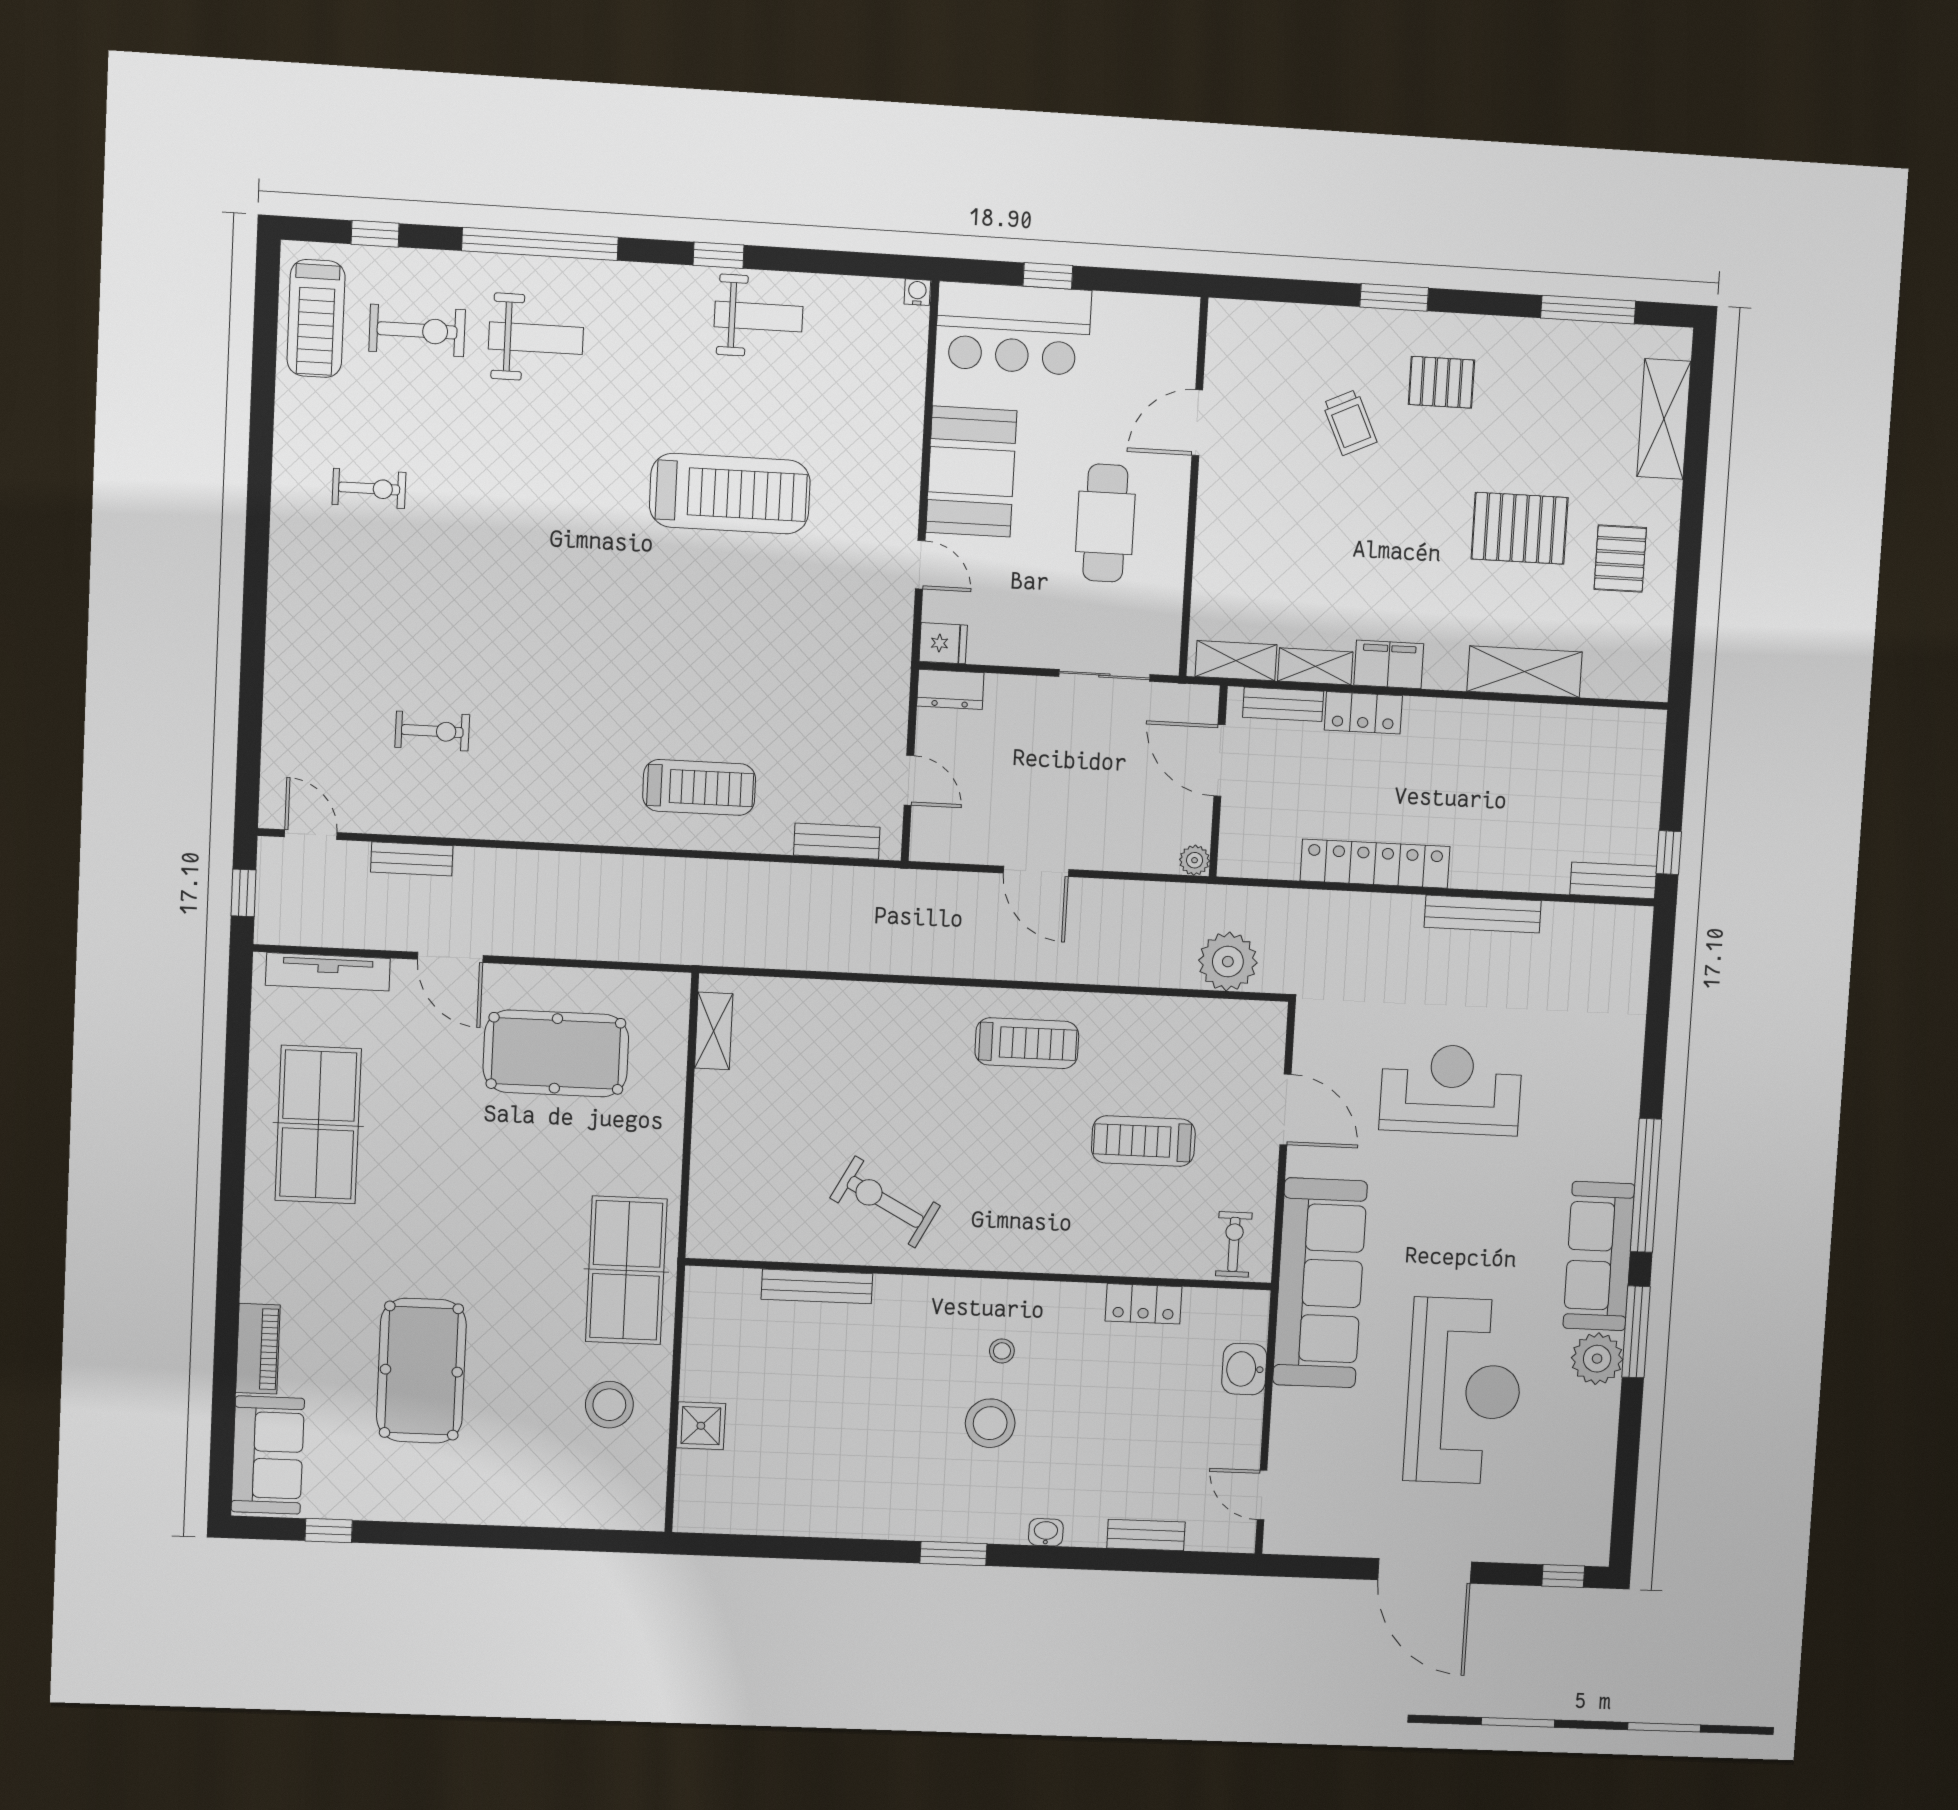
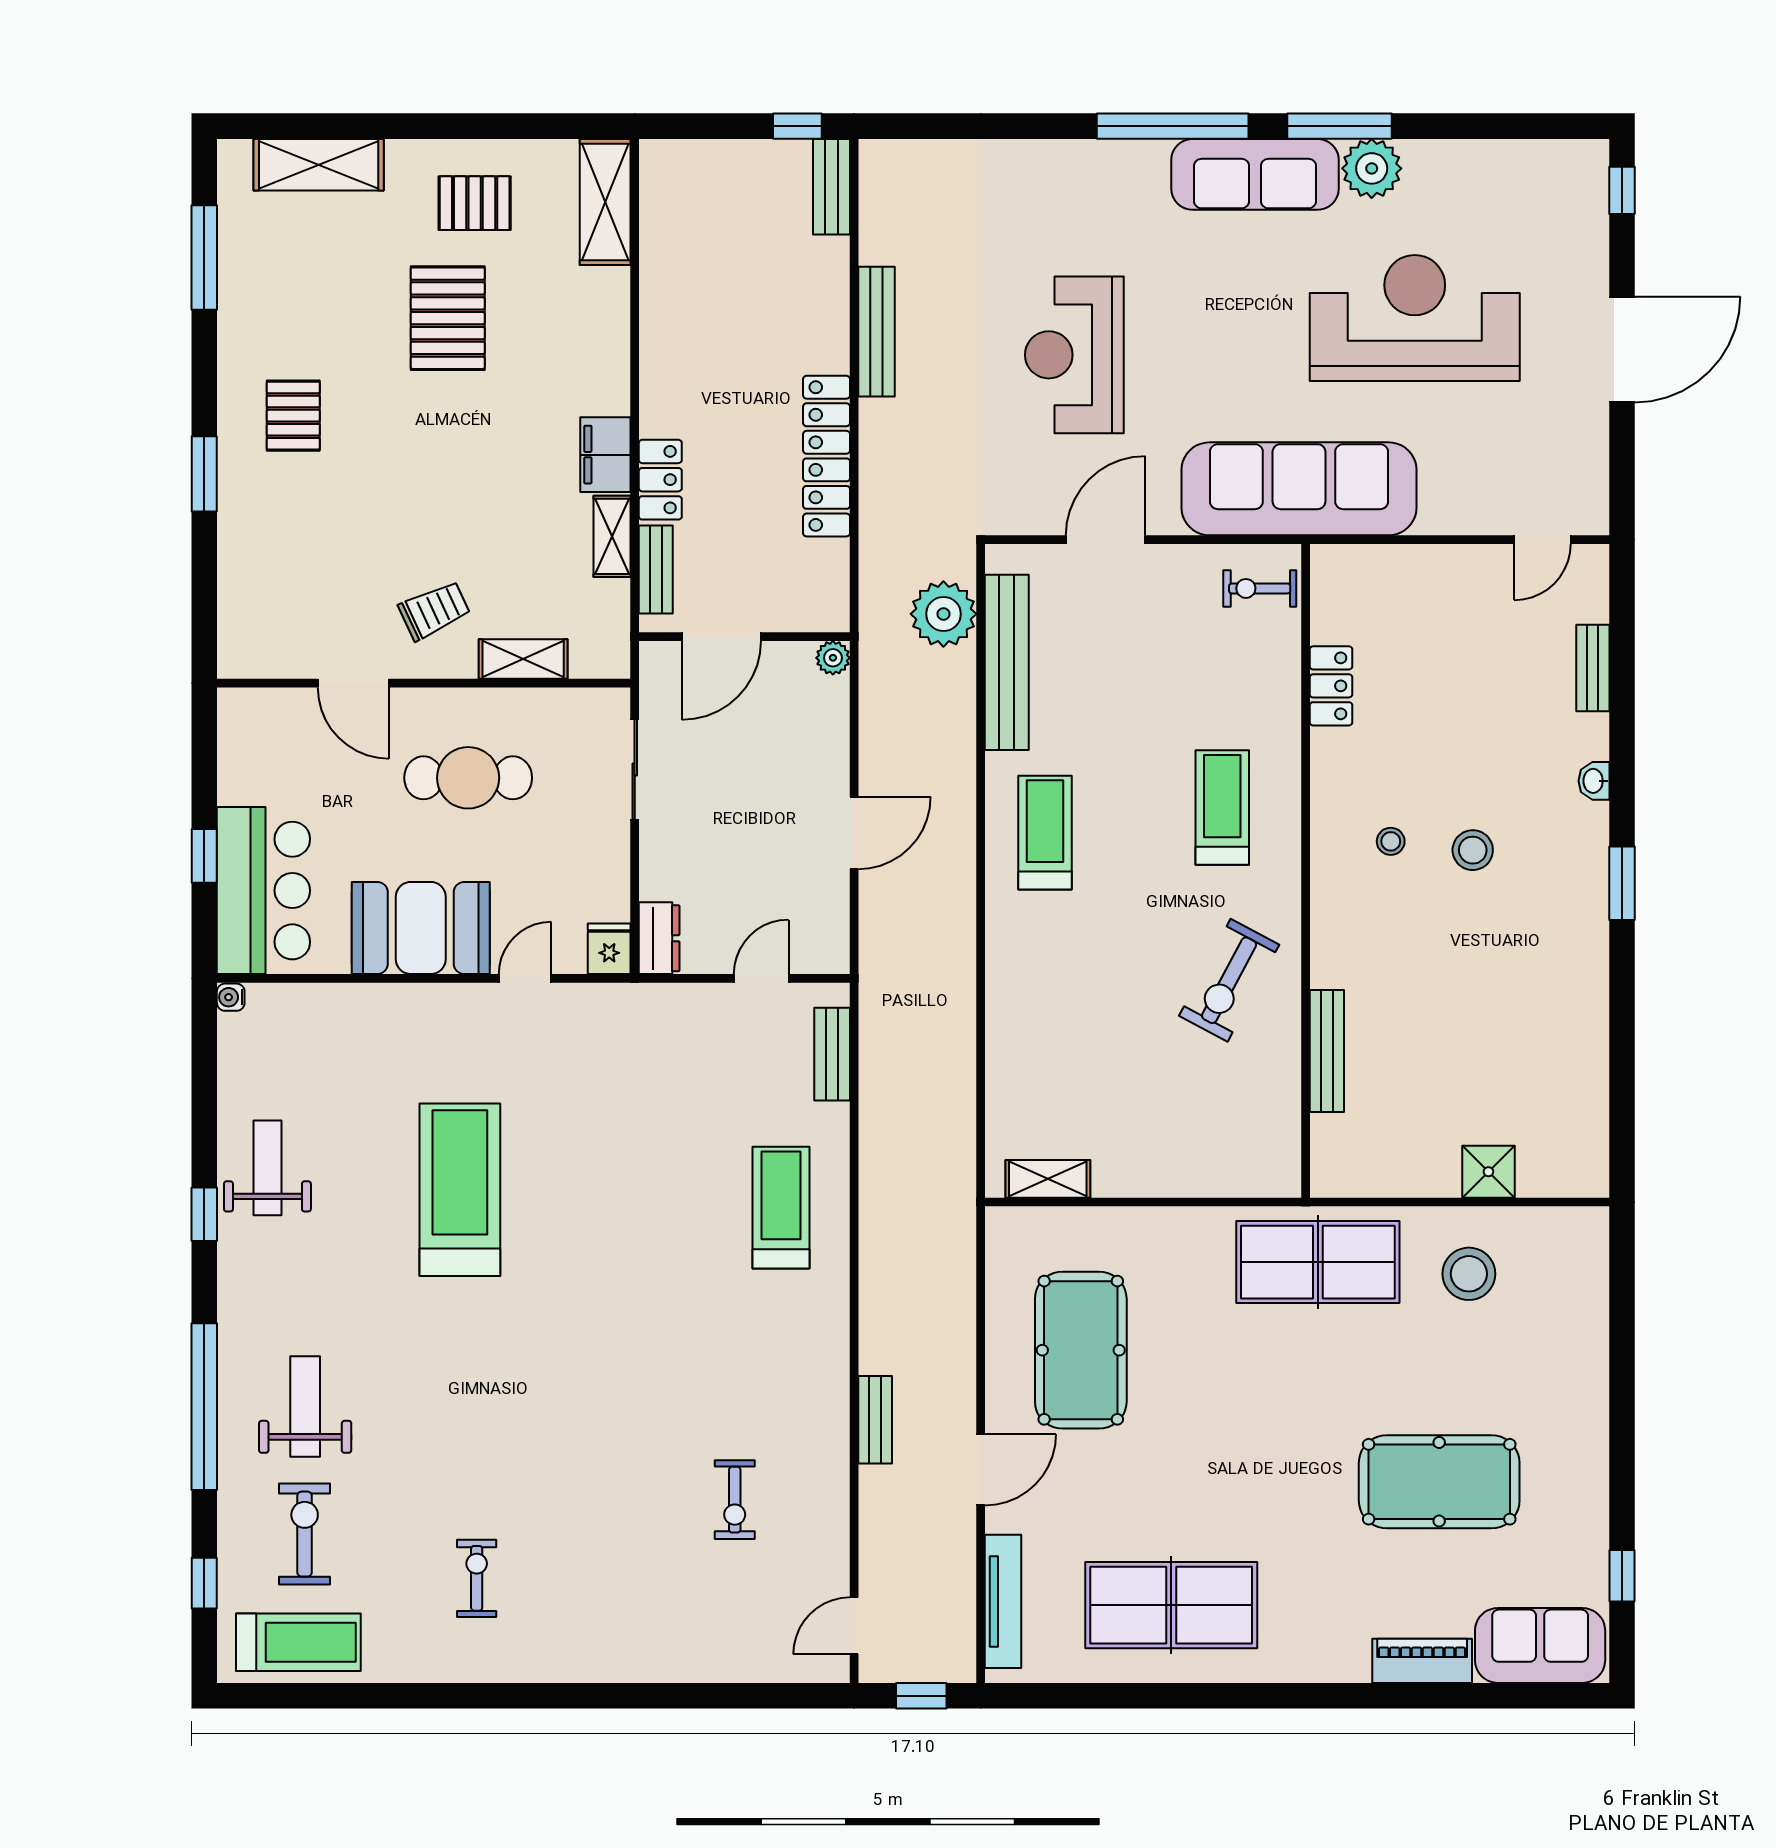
trolley: (1350, 422) -> (434, 610), moved
shelving: (1236, 661) -> (523, 659), moved, turned 90
shelving: (1525, 672) -> (605, 202), moved
exercise bike: (432, 731) -> (735, 1500), turned 180
bench: (412, 859) -> (875, 1420), moved
bench: (1181, 1016) -> (1007, 662), added
treadmill: (1143, 1141) -> (1222, 808), moved, turned 180
washbasin: (1244, 1369) -> (1400, 568), removed
stool: (990, 1423) -> (1473, 850), width x0.73, depth x0.73

